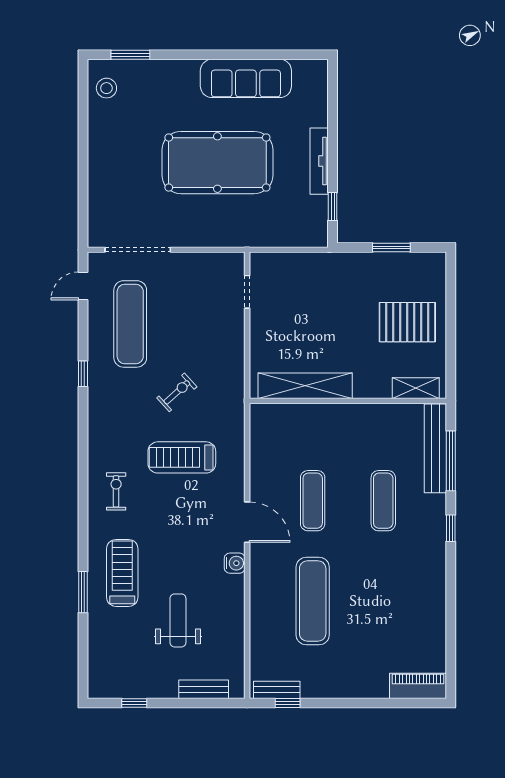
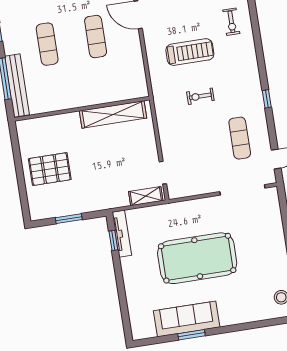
window: (130, 55) -> (191, 335), moved
tv unit: (319, 161) -> (122, 234), moved
exercise mat: (130, 324) -> (240, 138), width x0.73, depth x0.69
shelving: (416, 388) -> (146, 196), moved
exercise bike: (177, 392) -> (200, 96), turned 42

